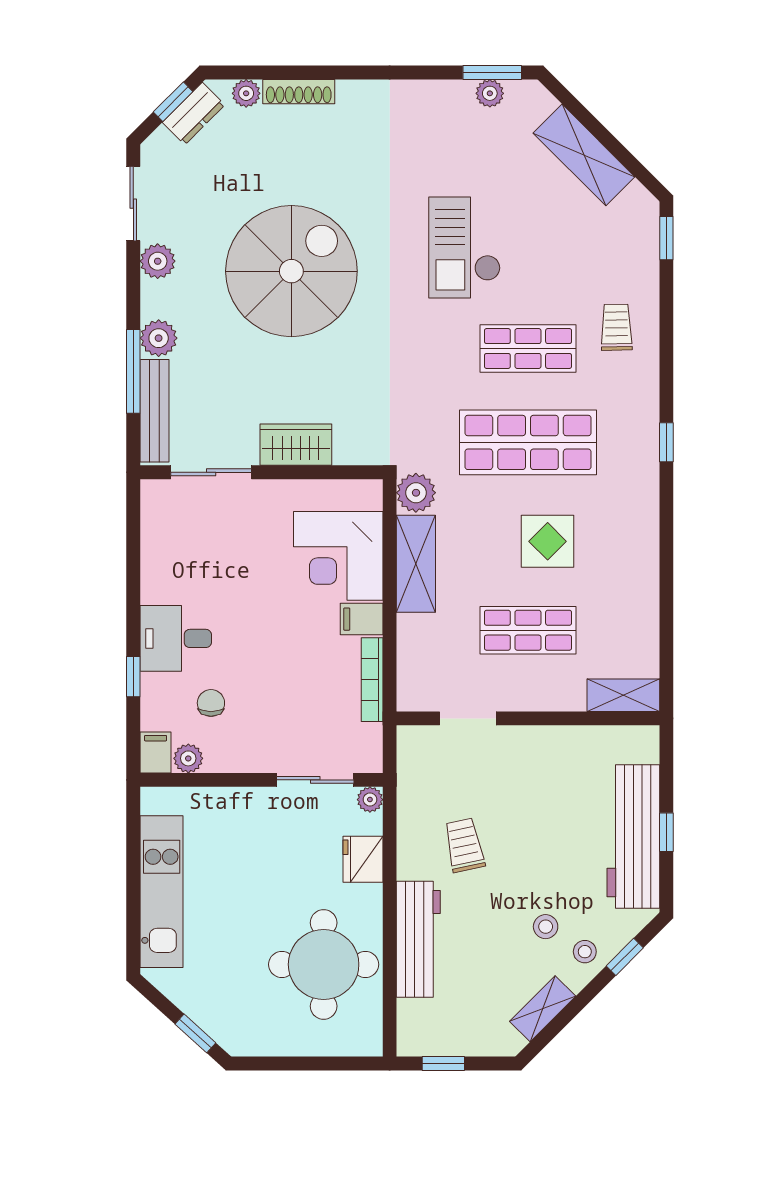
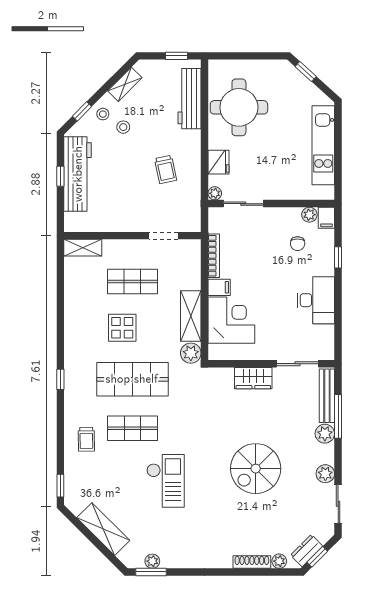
spiral stairs: (291, 271) -> (256, 469), width x0.73, depth x0.73
desk: (176, 638) -> (316, 300), moved, width x1.37
workbench: (418, 939) -> (190, 99), moved

